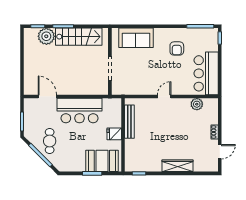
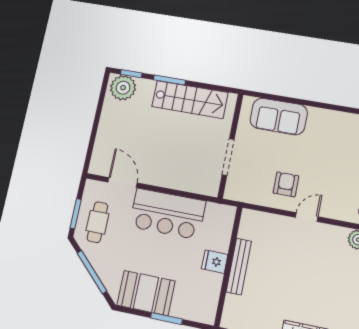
plant: (46, 36) -> (123, 88), moved
armchair: (177, 48) -> (286, 184), moved, turned 180
bench: (129, 122) -> (239, 266), moved
cafe table: (50, 141) -> (97, 222), moved
booth: (102, 161) -> (146, 293), moved

